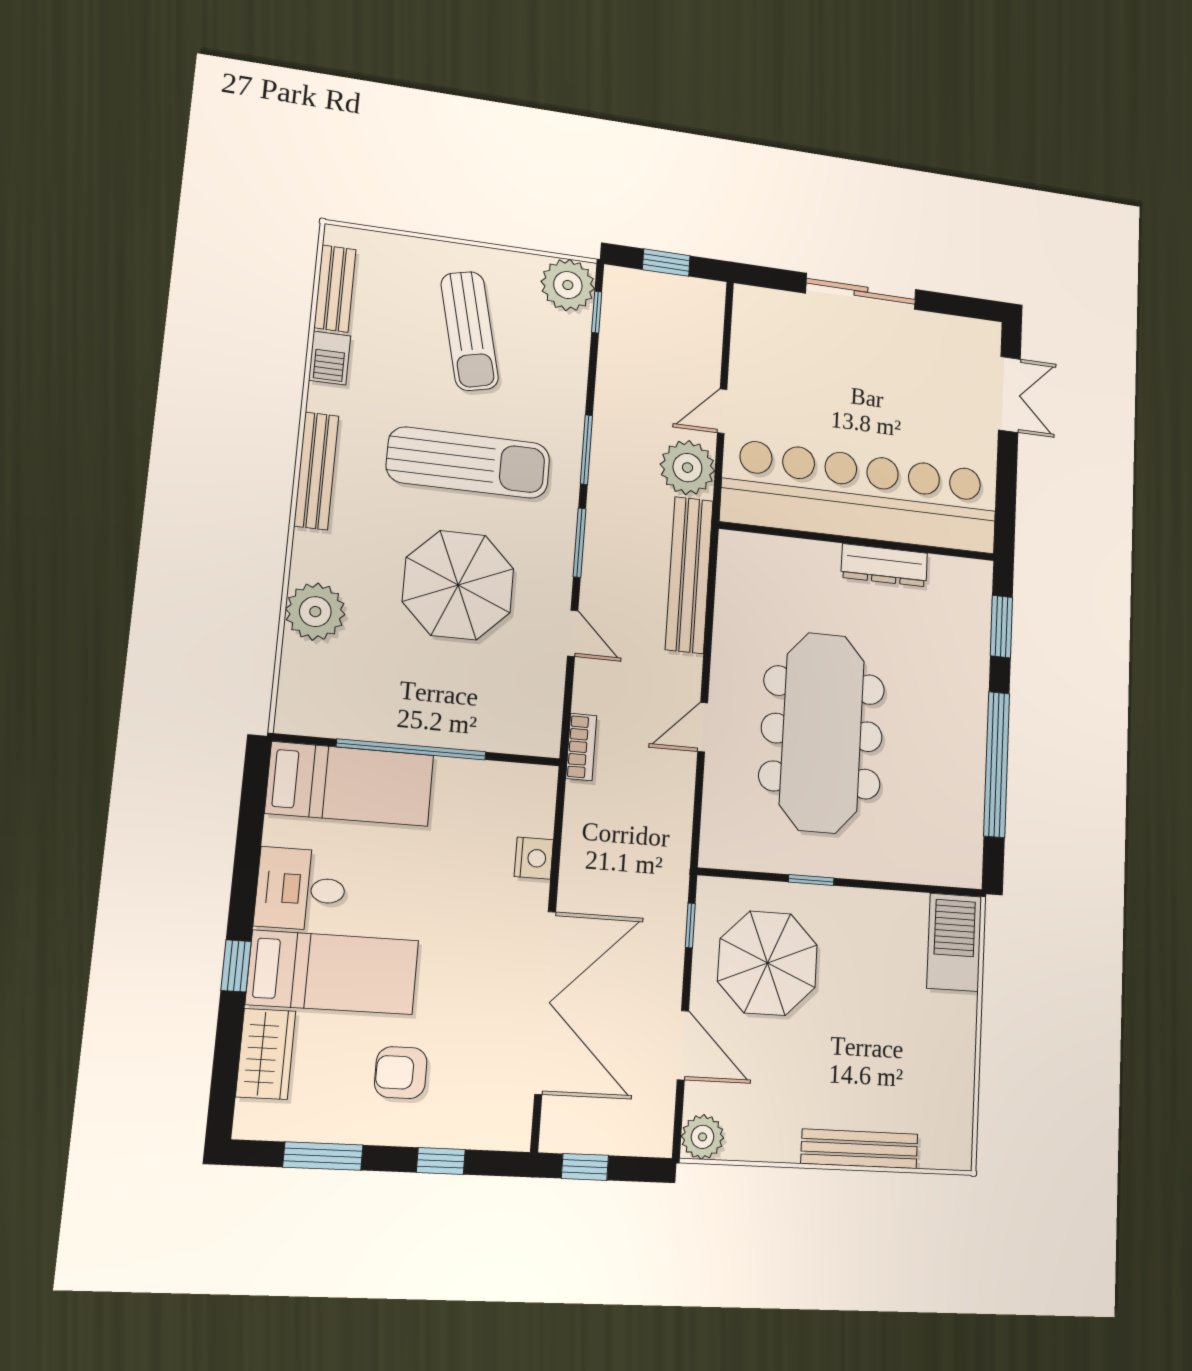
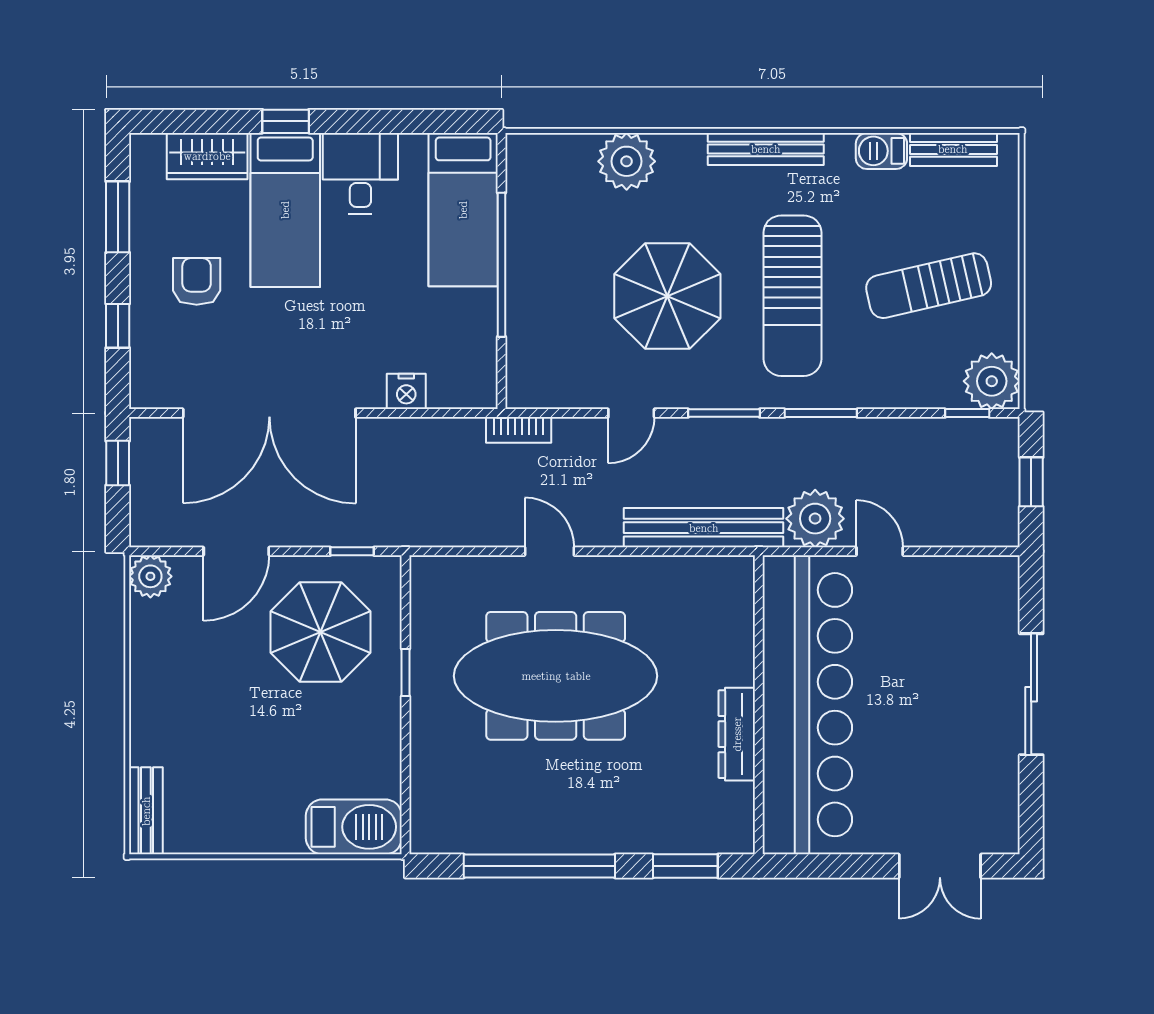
bench: (860, 1149) -> (146, 811), moved, width x0.73

